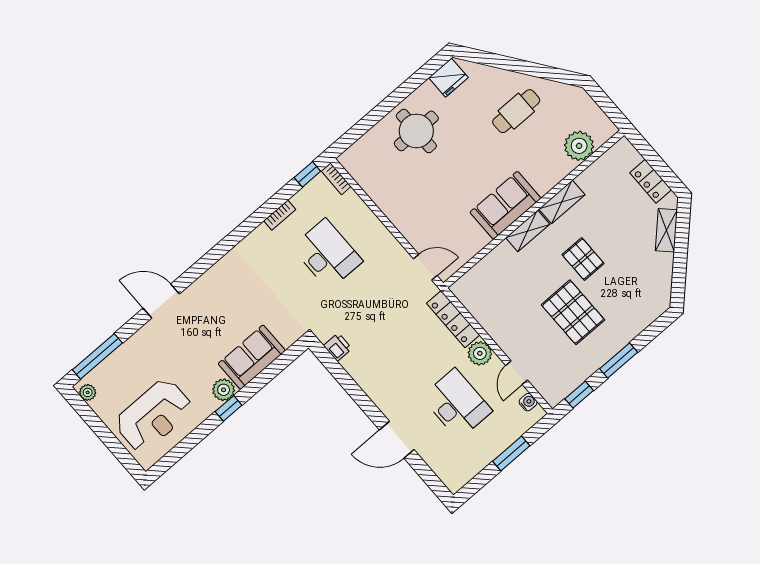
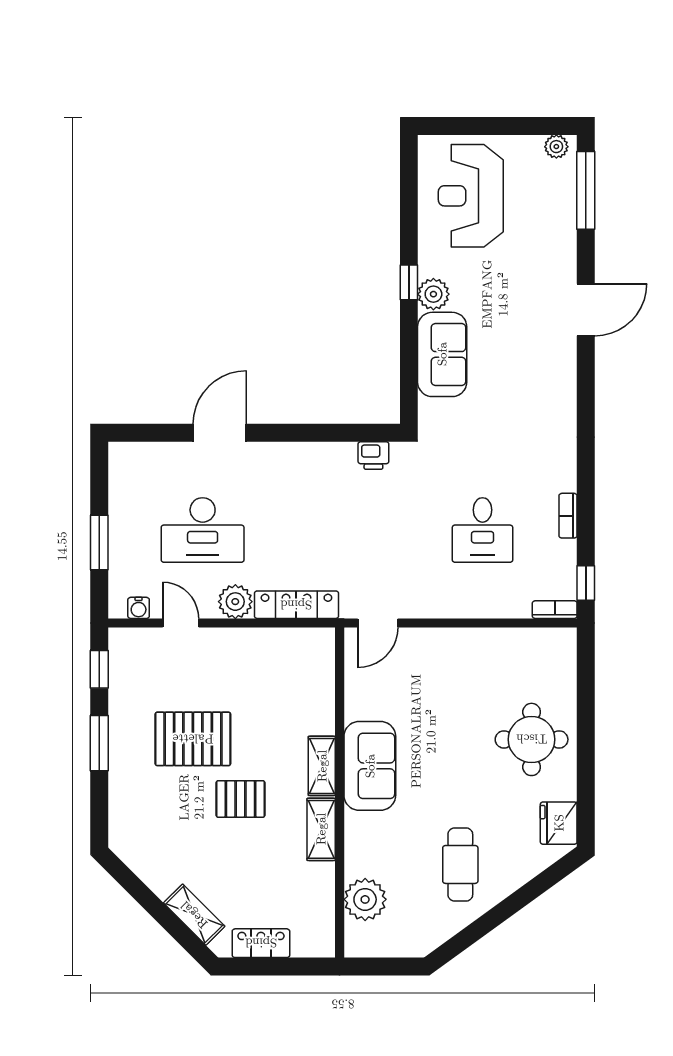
desk: (327, 254) -> (482, 530), width x0.73

